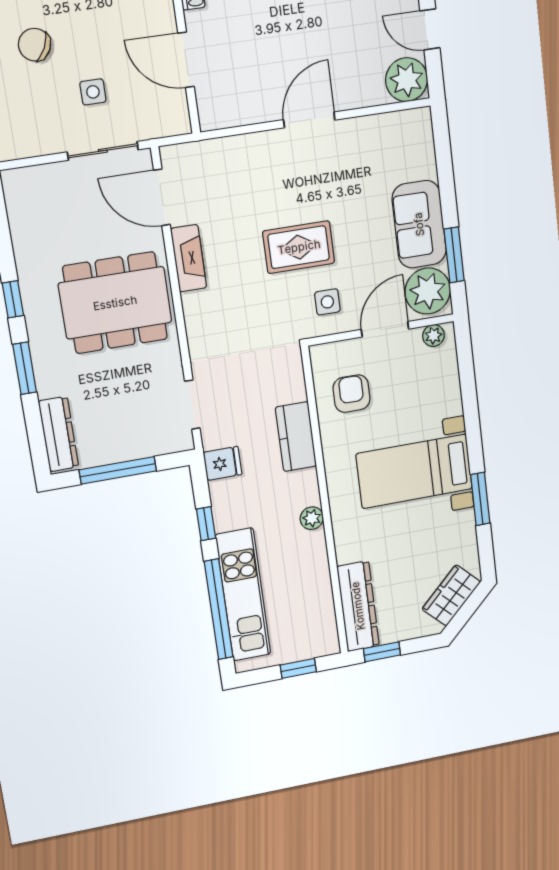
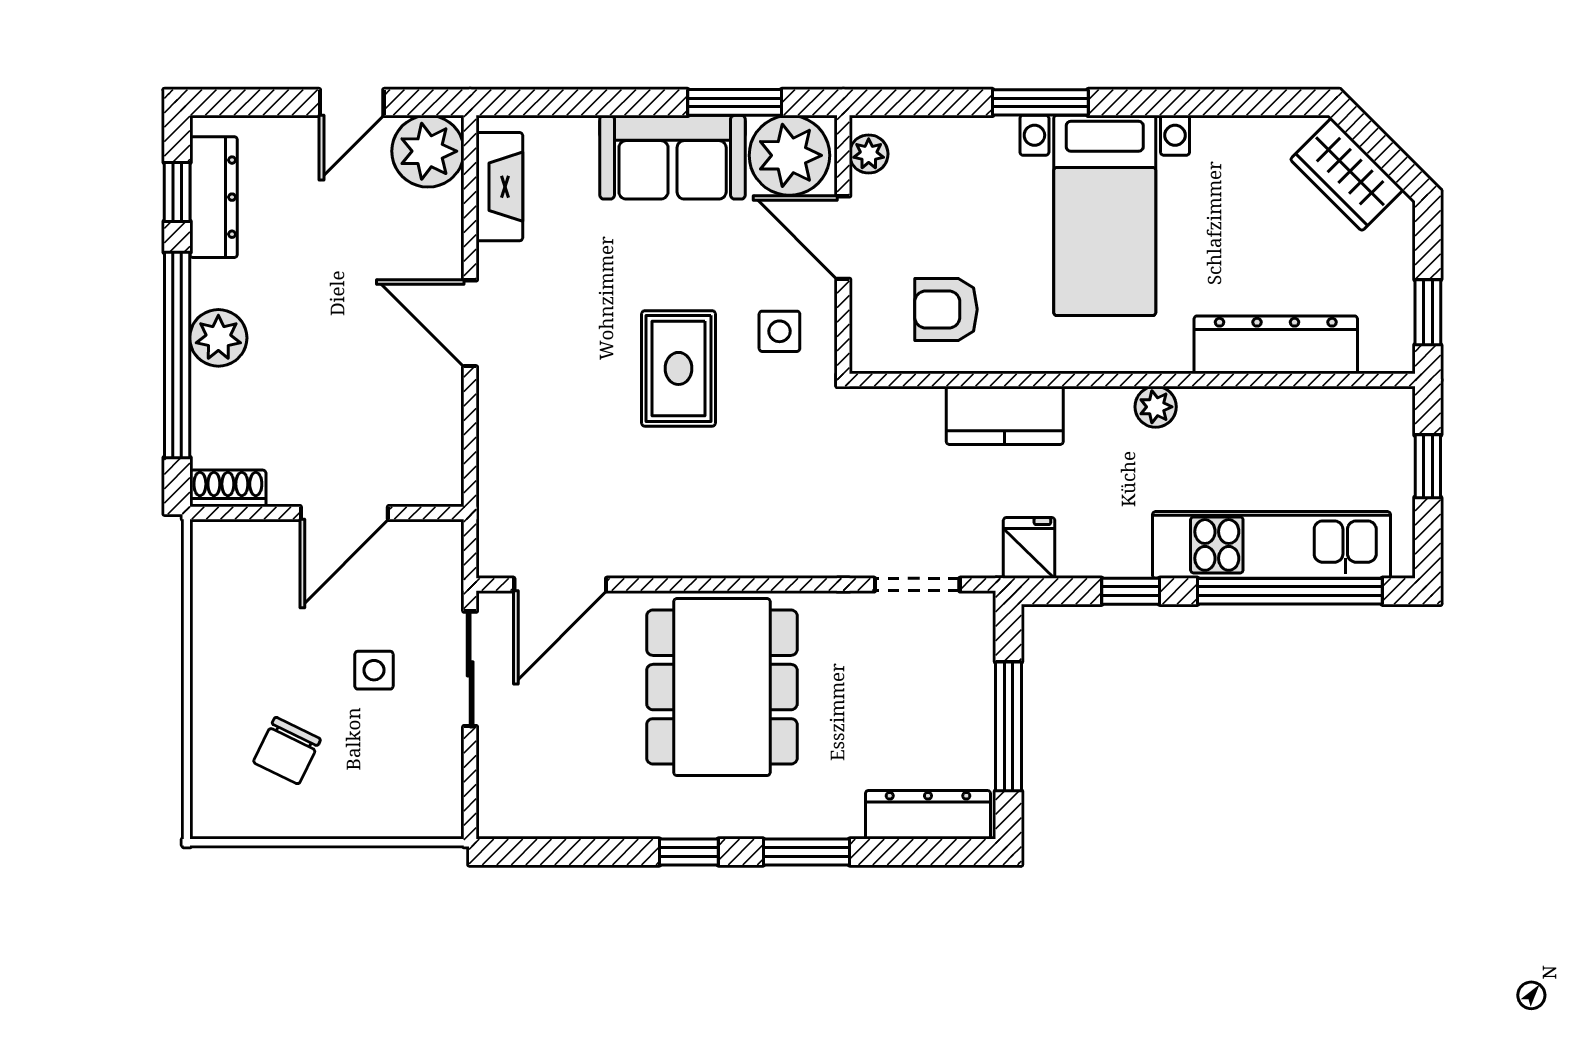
fireplace: (189, 258) -> (499, 187), moved, turned 90
window: (480, 499) -> (1040, 102), moved
dresser: (358, 606) -> (1276, 345), moved

